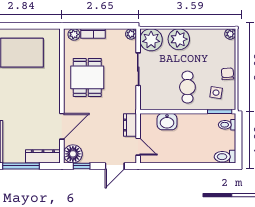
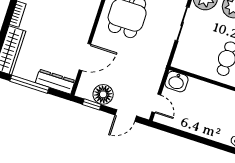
washbasin: (167, 122) -> (176, 82), moved
dresser: (130, 125) -> (155, 78), removed
floor lamp: (73, 154) -> (103, 94), moved

